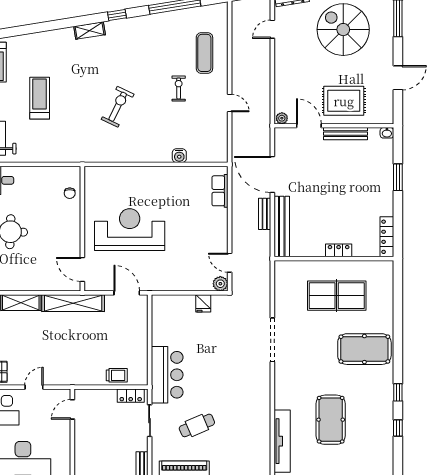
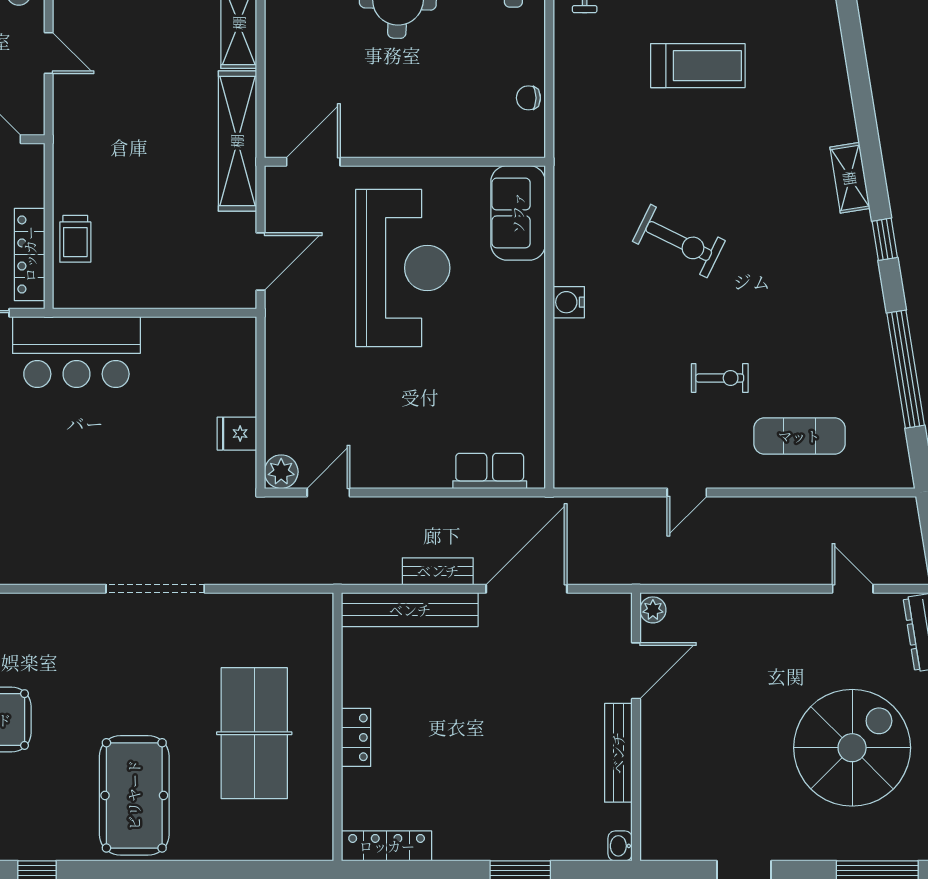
rug: (344, 101) -> (692, 749), removed
water cooler: (179, 156) -> (569, 302), moved
sofa: (105, 178) -> (518, 213), added
chair: (70, 193) -> (528, 98), moved
locker: (131, 396) -> (30, 254), width x1.53

